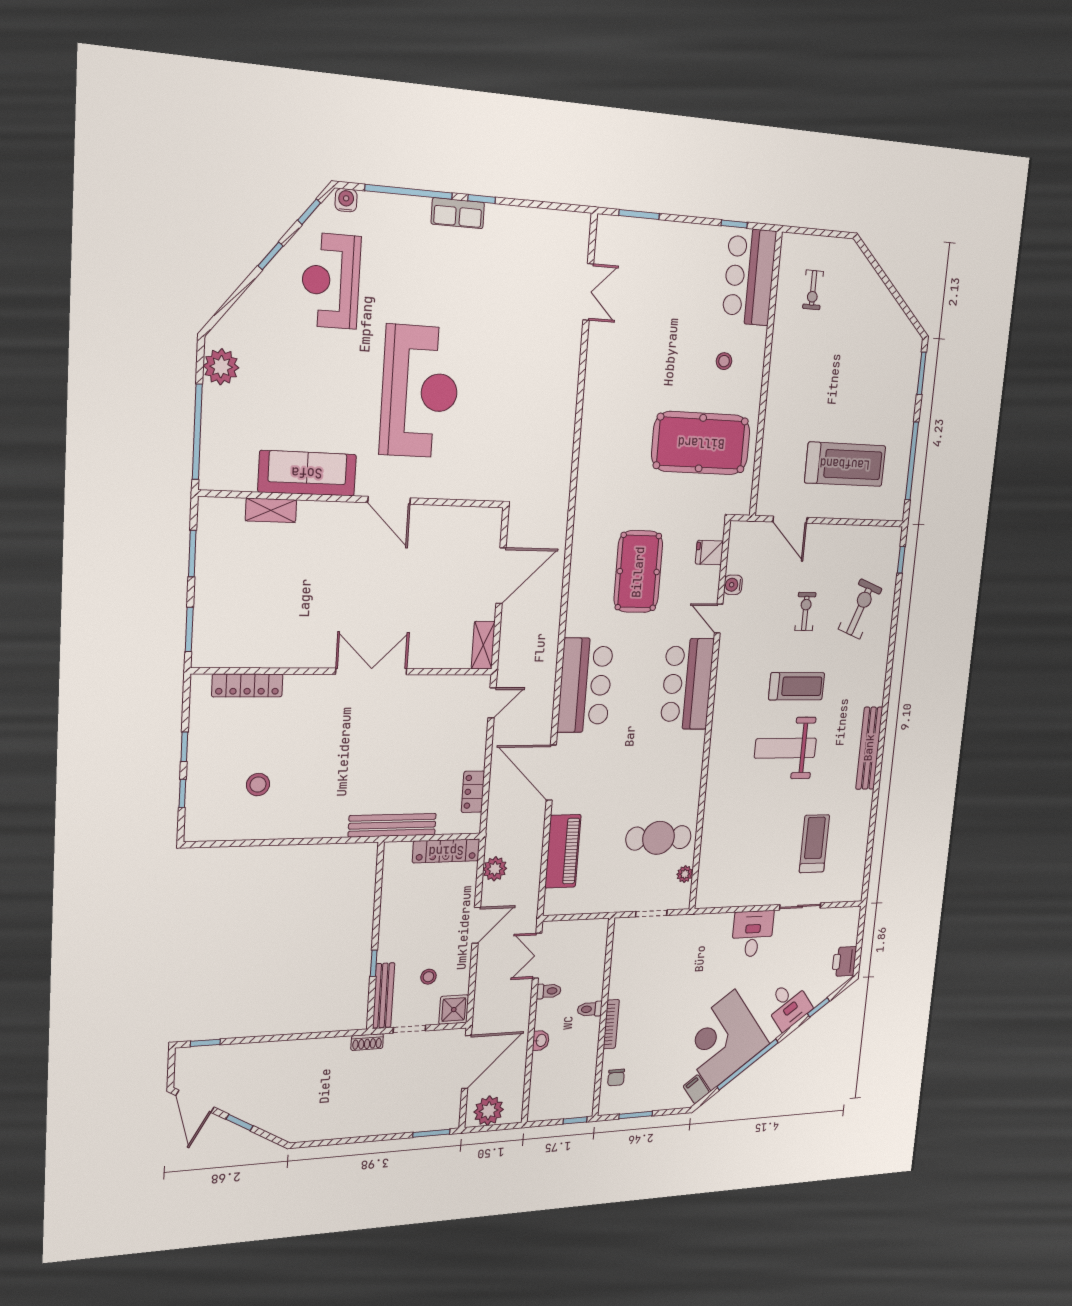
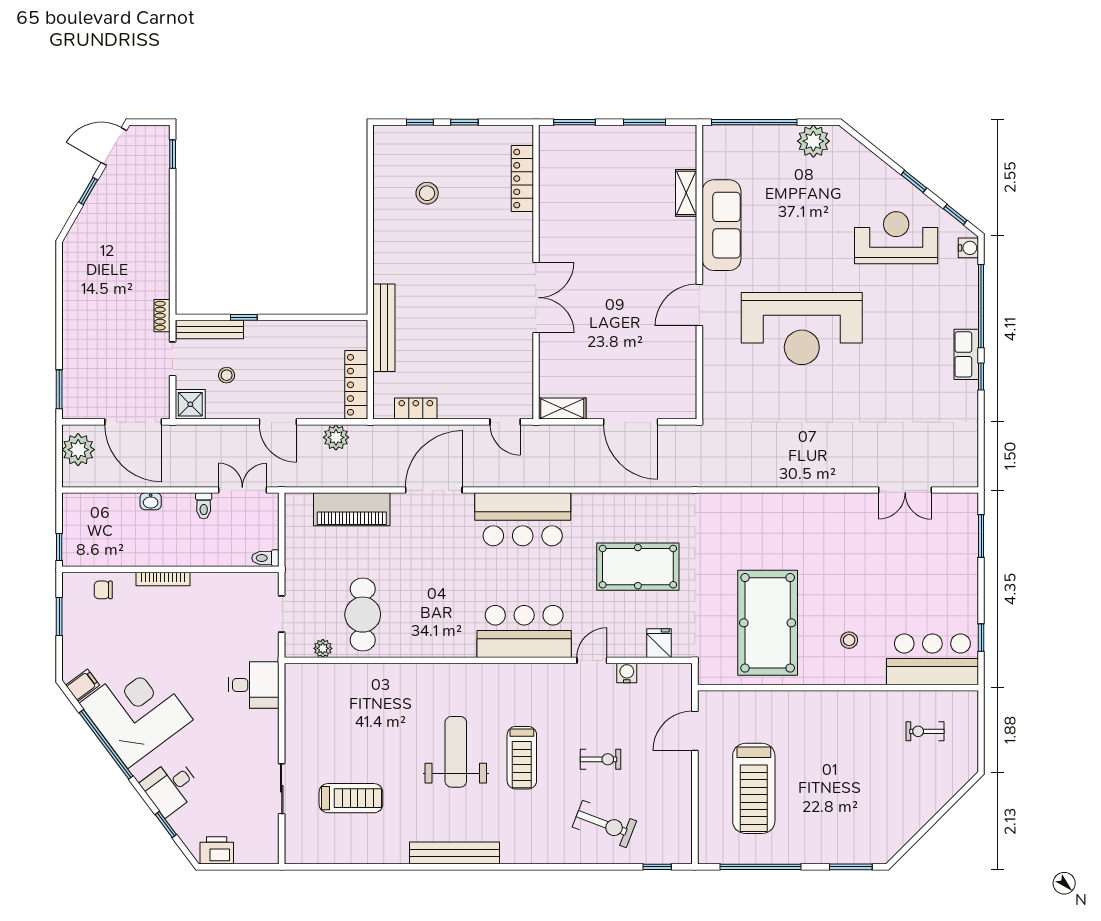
desk: (753, 934) -> (254, 685), moved
toilet: (590, 1009) -> (265, 558), moved, turned -90

